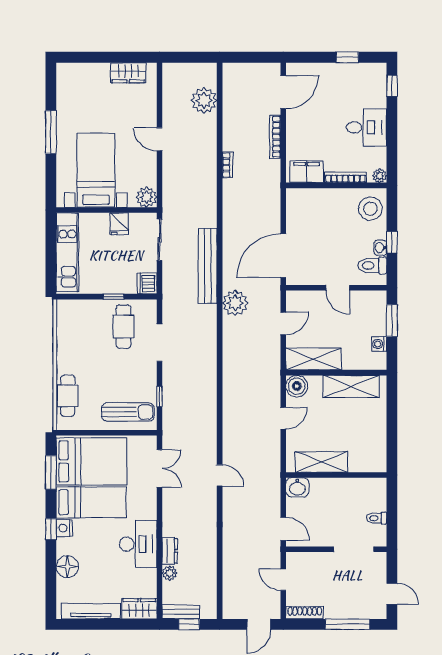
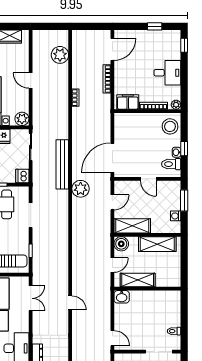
shelving: (322, 462) -> (138, 280), moved
wall: (336, 475) -> (147, 289), moved
washbasin: (297, 487) -> (122, 297), moved

